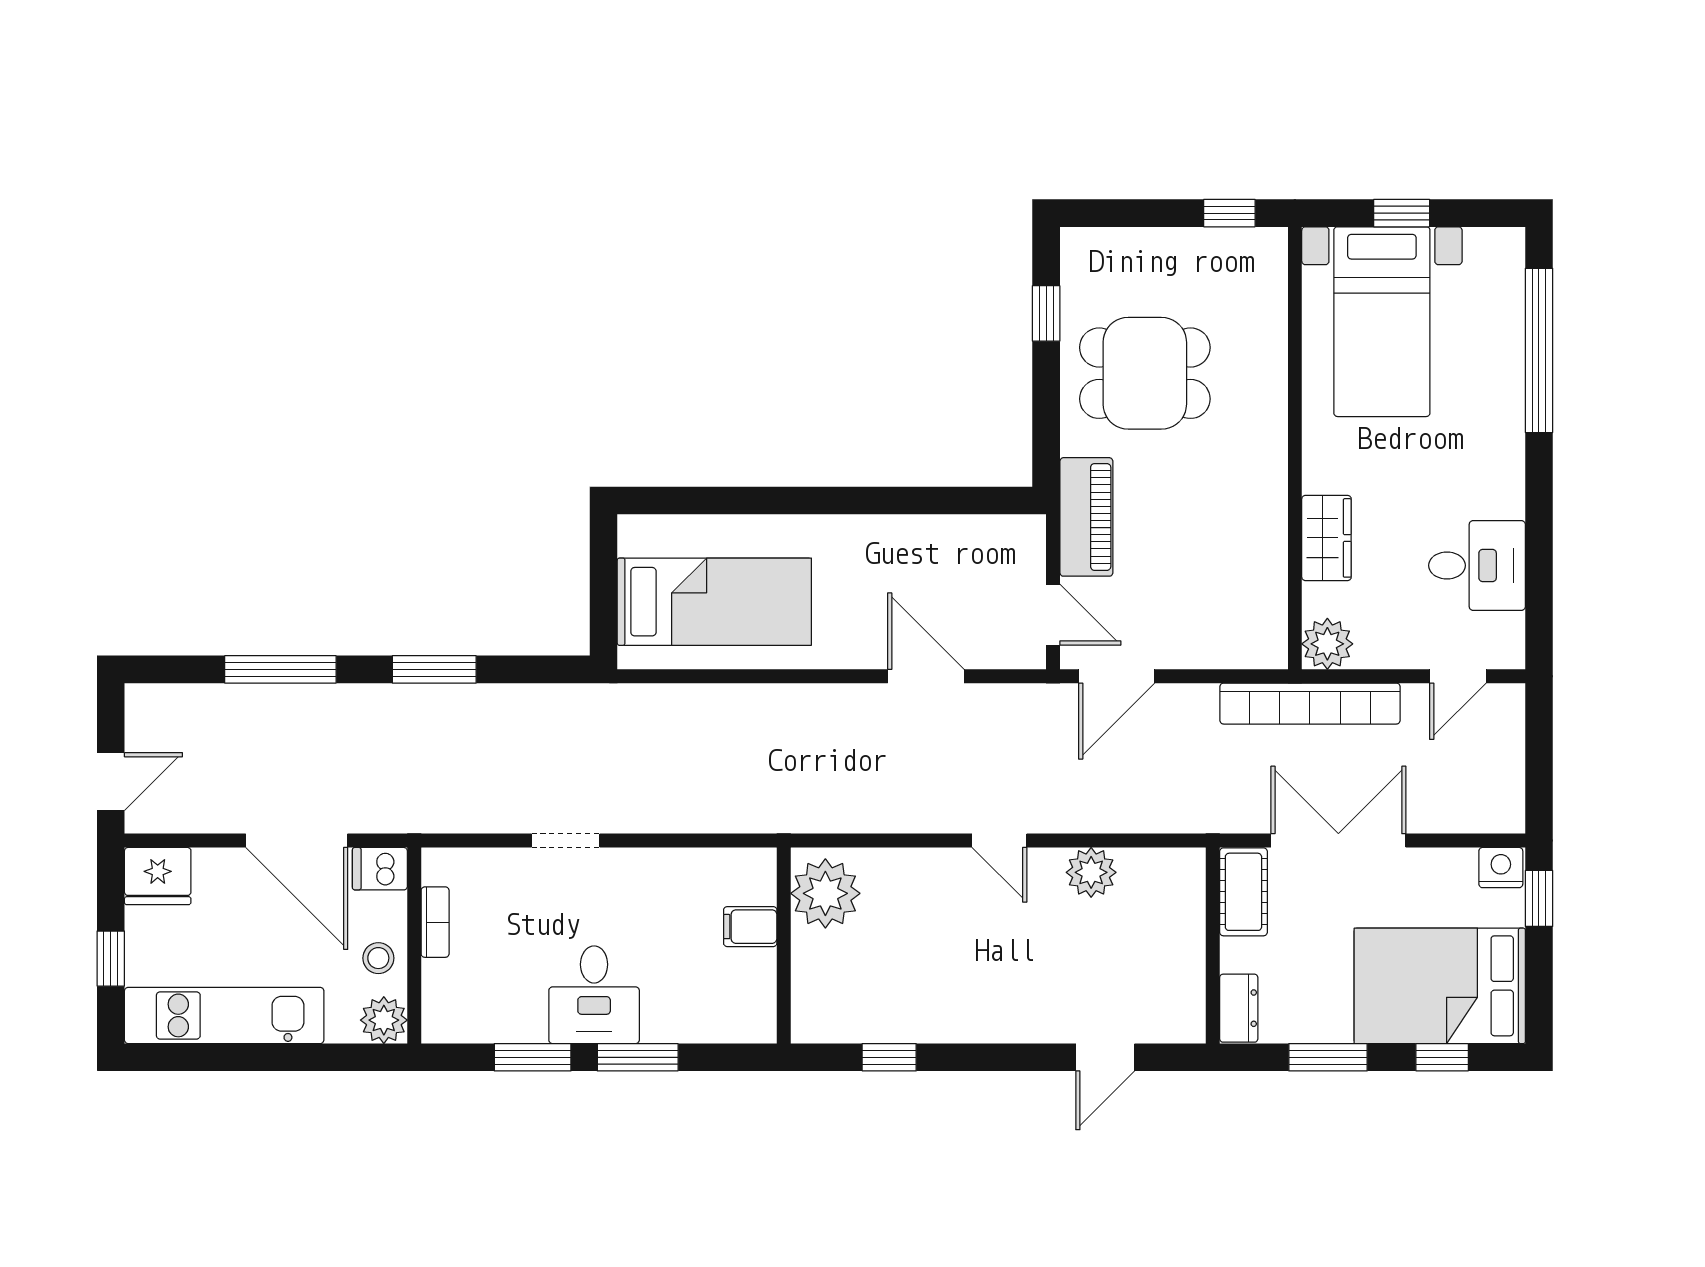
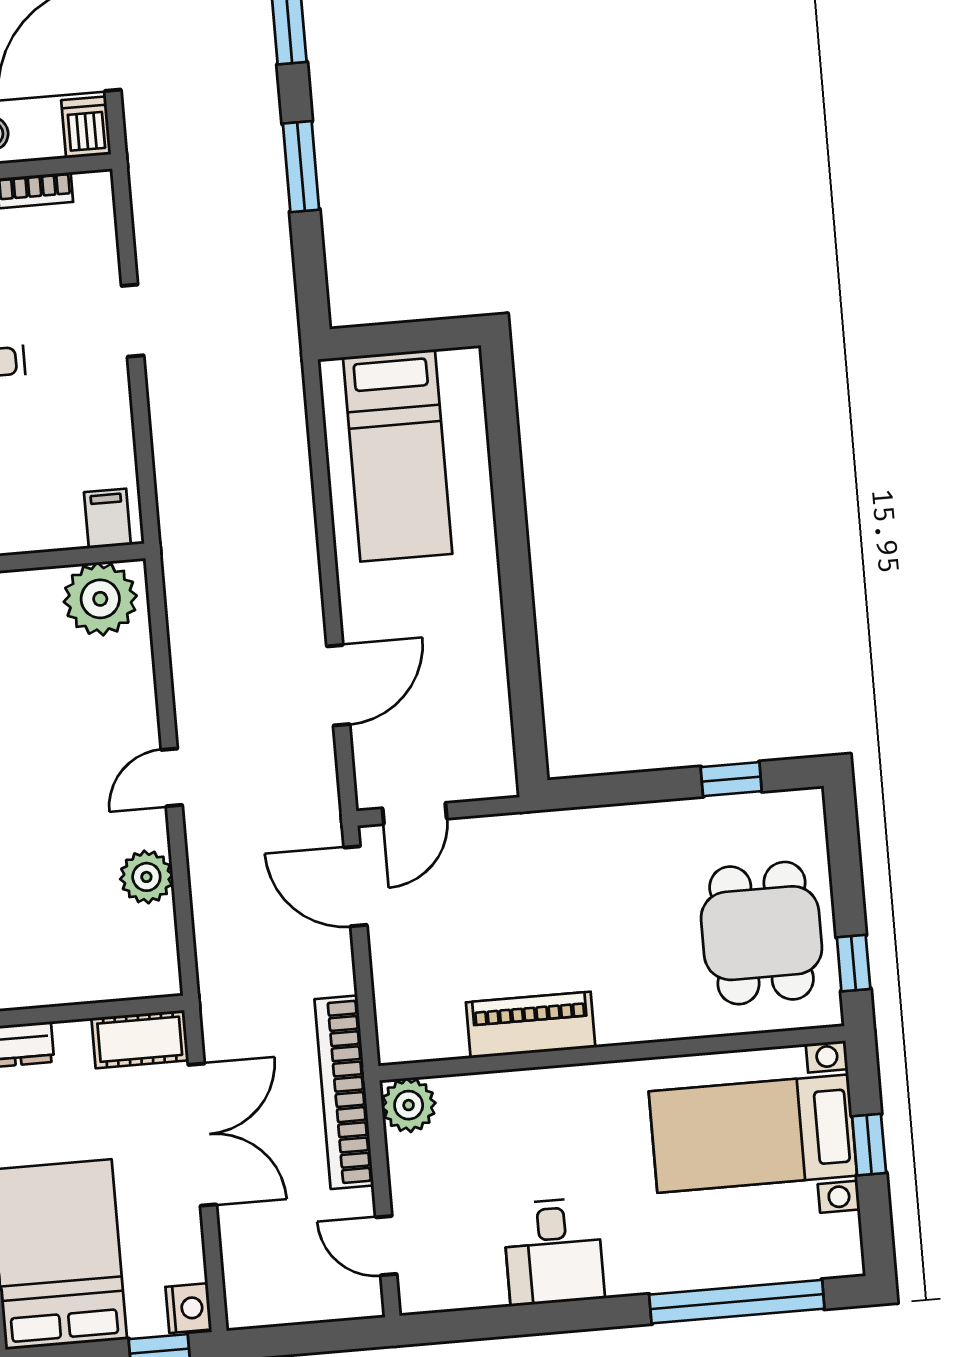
dining table: (1145, 373) -> (762, 933), moved
piano: (1086, 517) -> (531, 1025), moved, turned 180
wardrobe: (1326, 538) -> (520, 1095), removed
desk: (1477, 565) -> (554, 1252), moved
filing cabinet: (750, 927) -> (107, 519), moved

